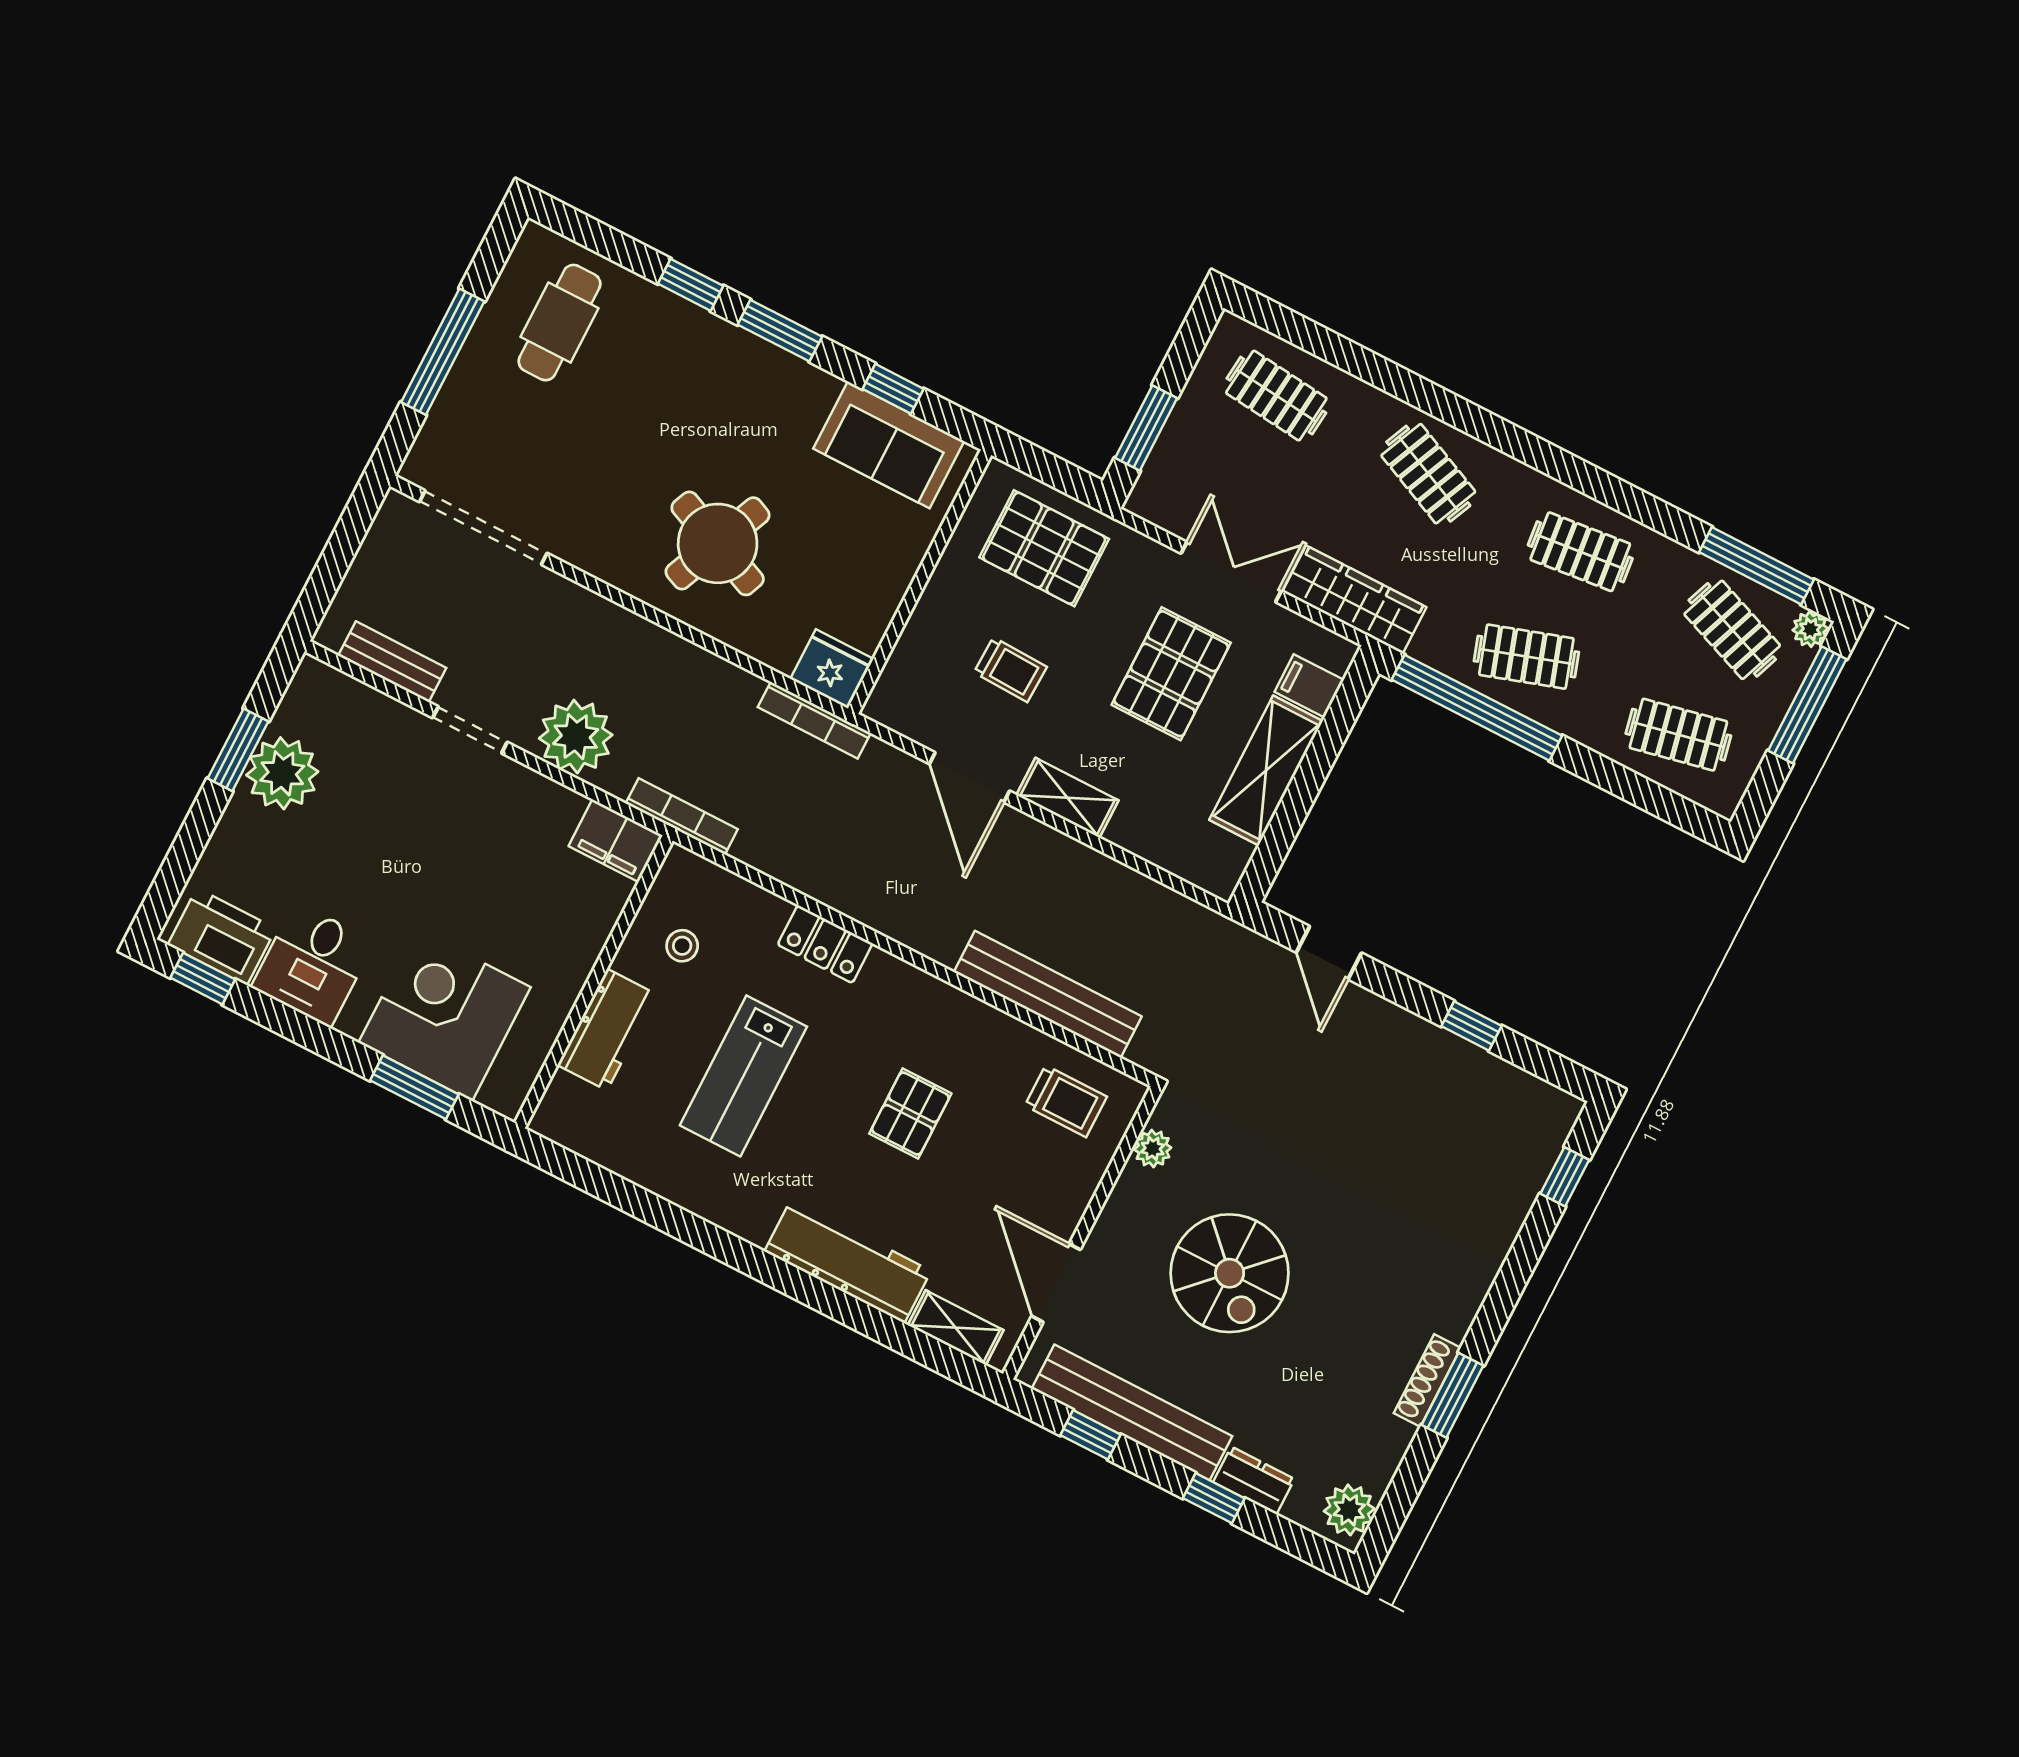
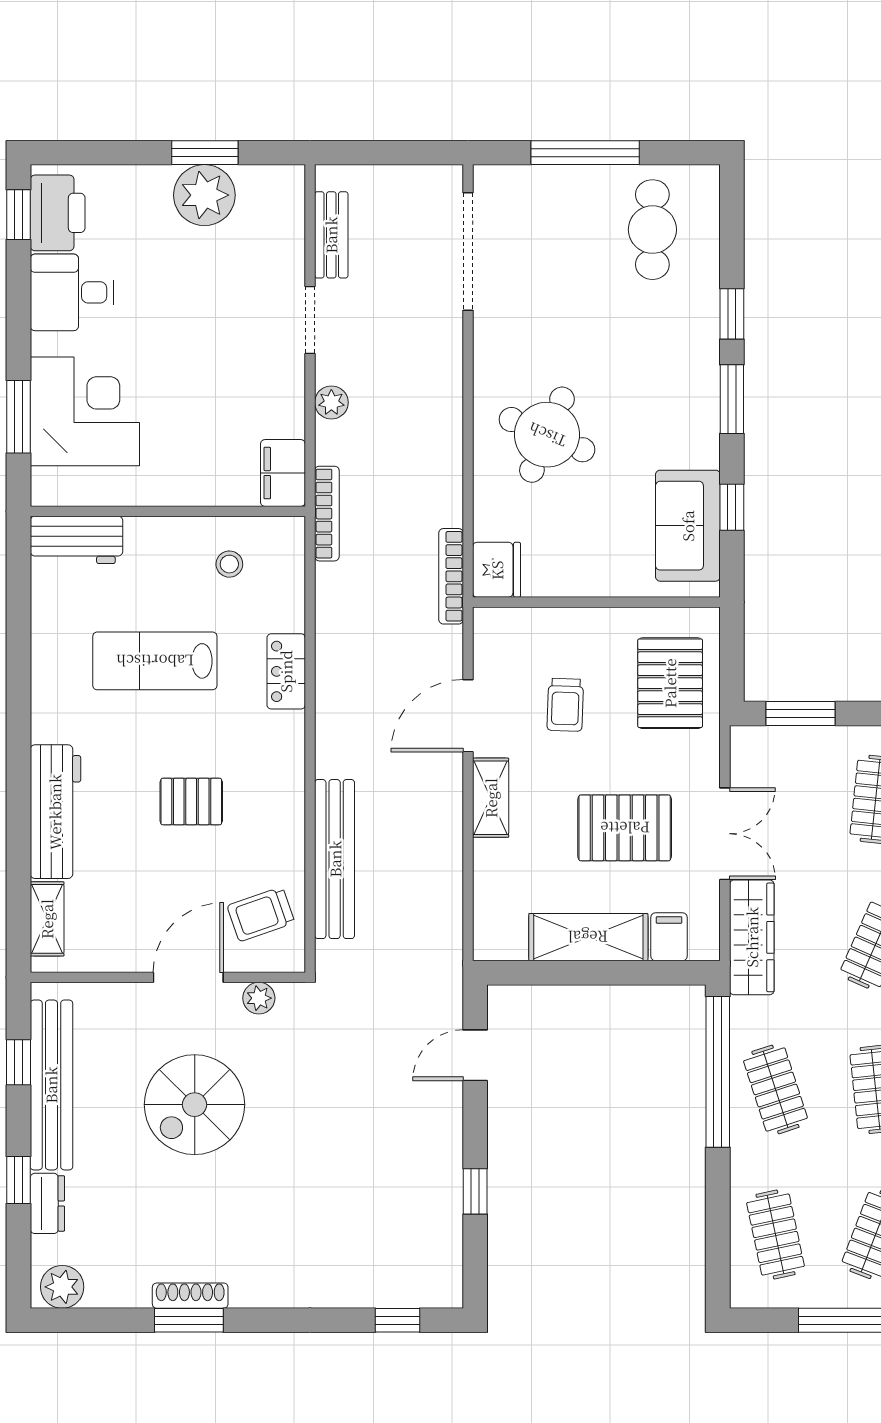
cafe table: (560, 323) -> (652, 230), turned 90
plant: (576, 737) -> (331, 402), width x0.53, depth x0.53
workbench: (607, 1030) -> (76, 540), moved
trolley: (1066, 1101) -> (261, 914), turned 71
door: (1056, 1283) -> (188, 977), moved

